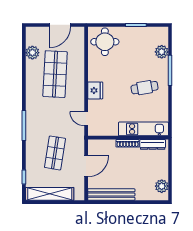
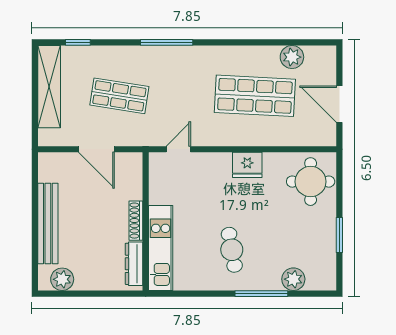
fridge: (95, 90) -> (247, 165), moved
bench: (111, 195) -> (48, 223), moved

